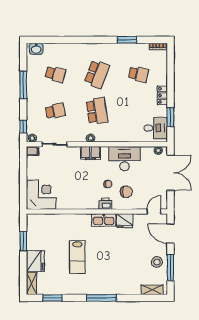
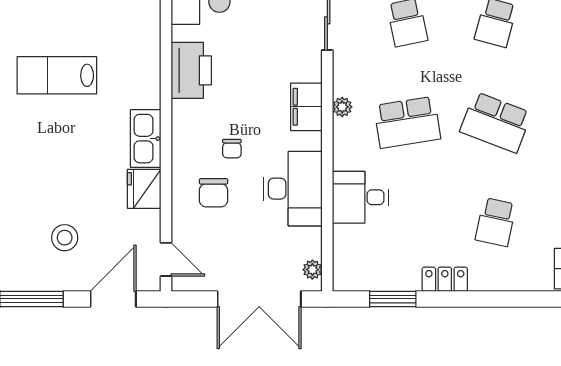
desk: (156, 128) -> (360, 197), moved, turned 90
printer: (105, 204) -> (191, 70), moved, width x1.87, depth x1.48
stool: (157, 262) -> (65, 238), moved

